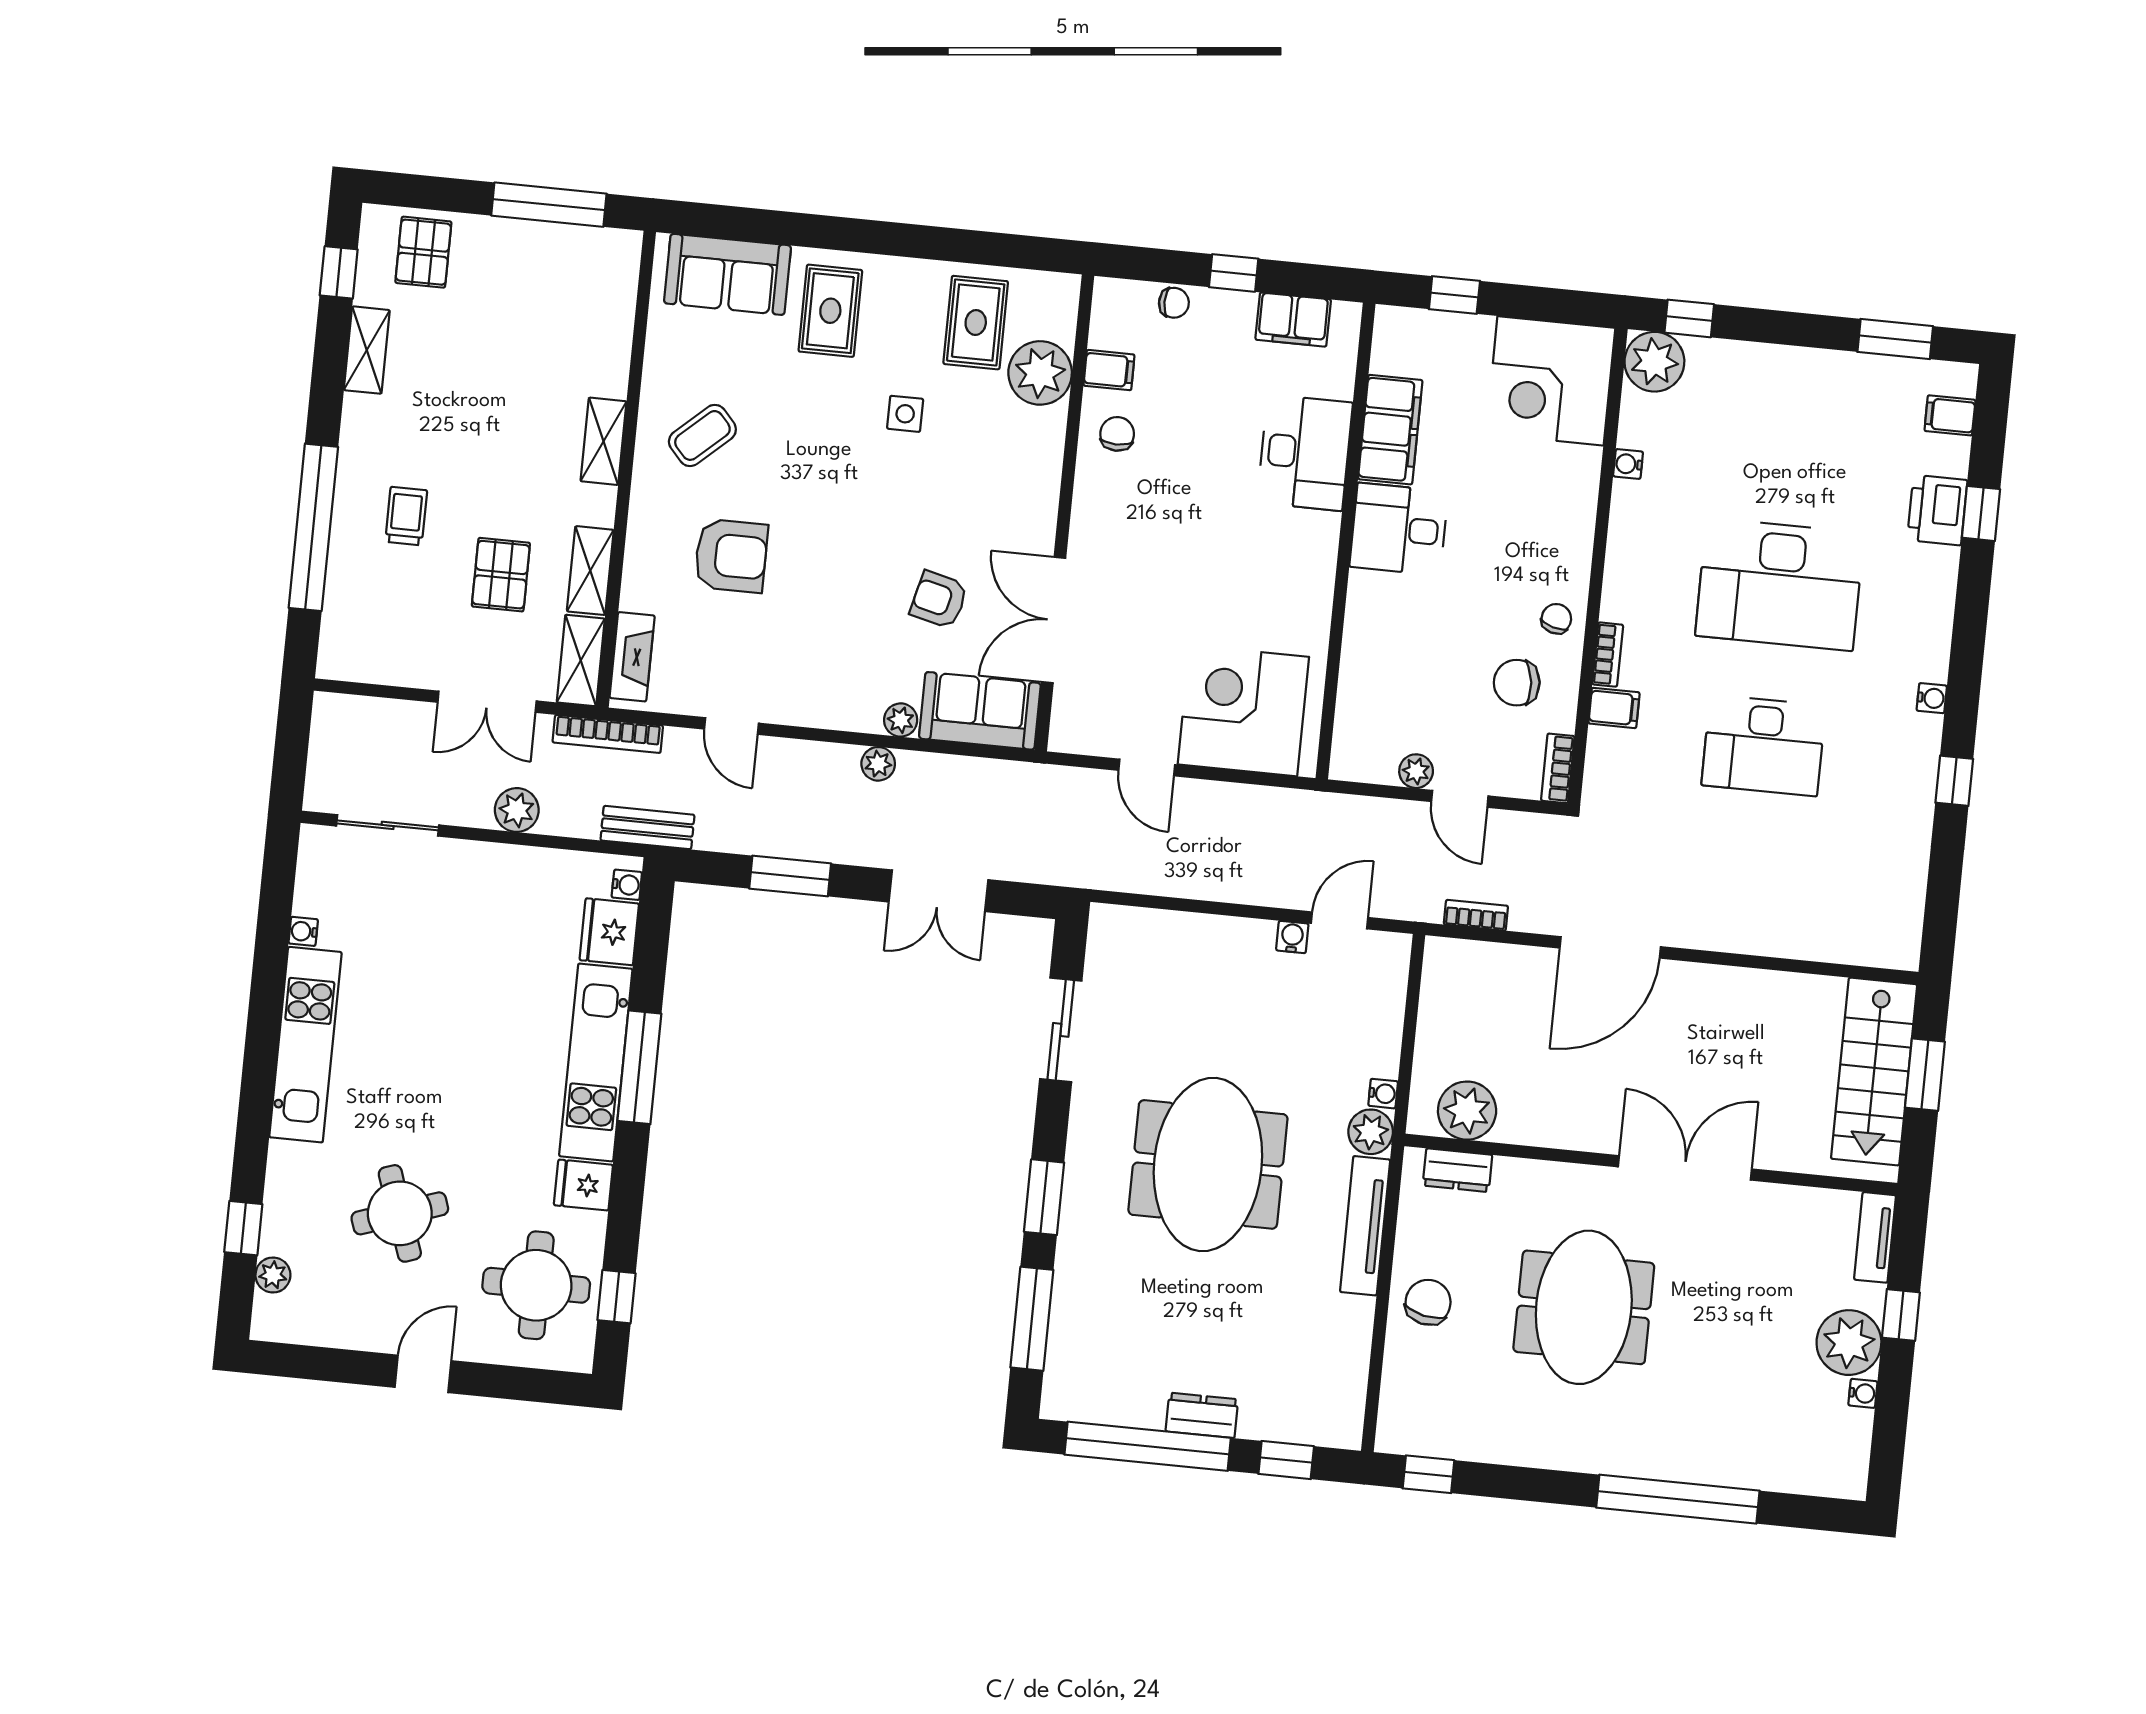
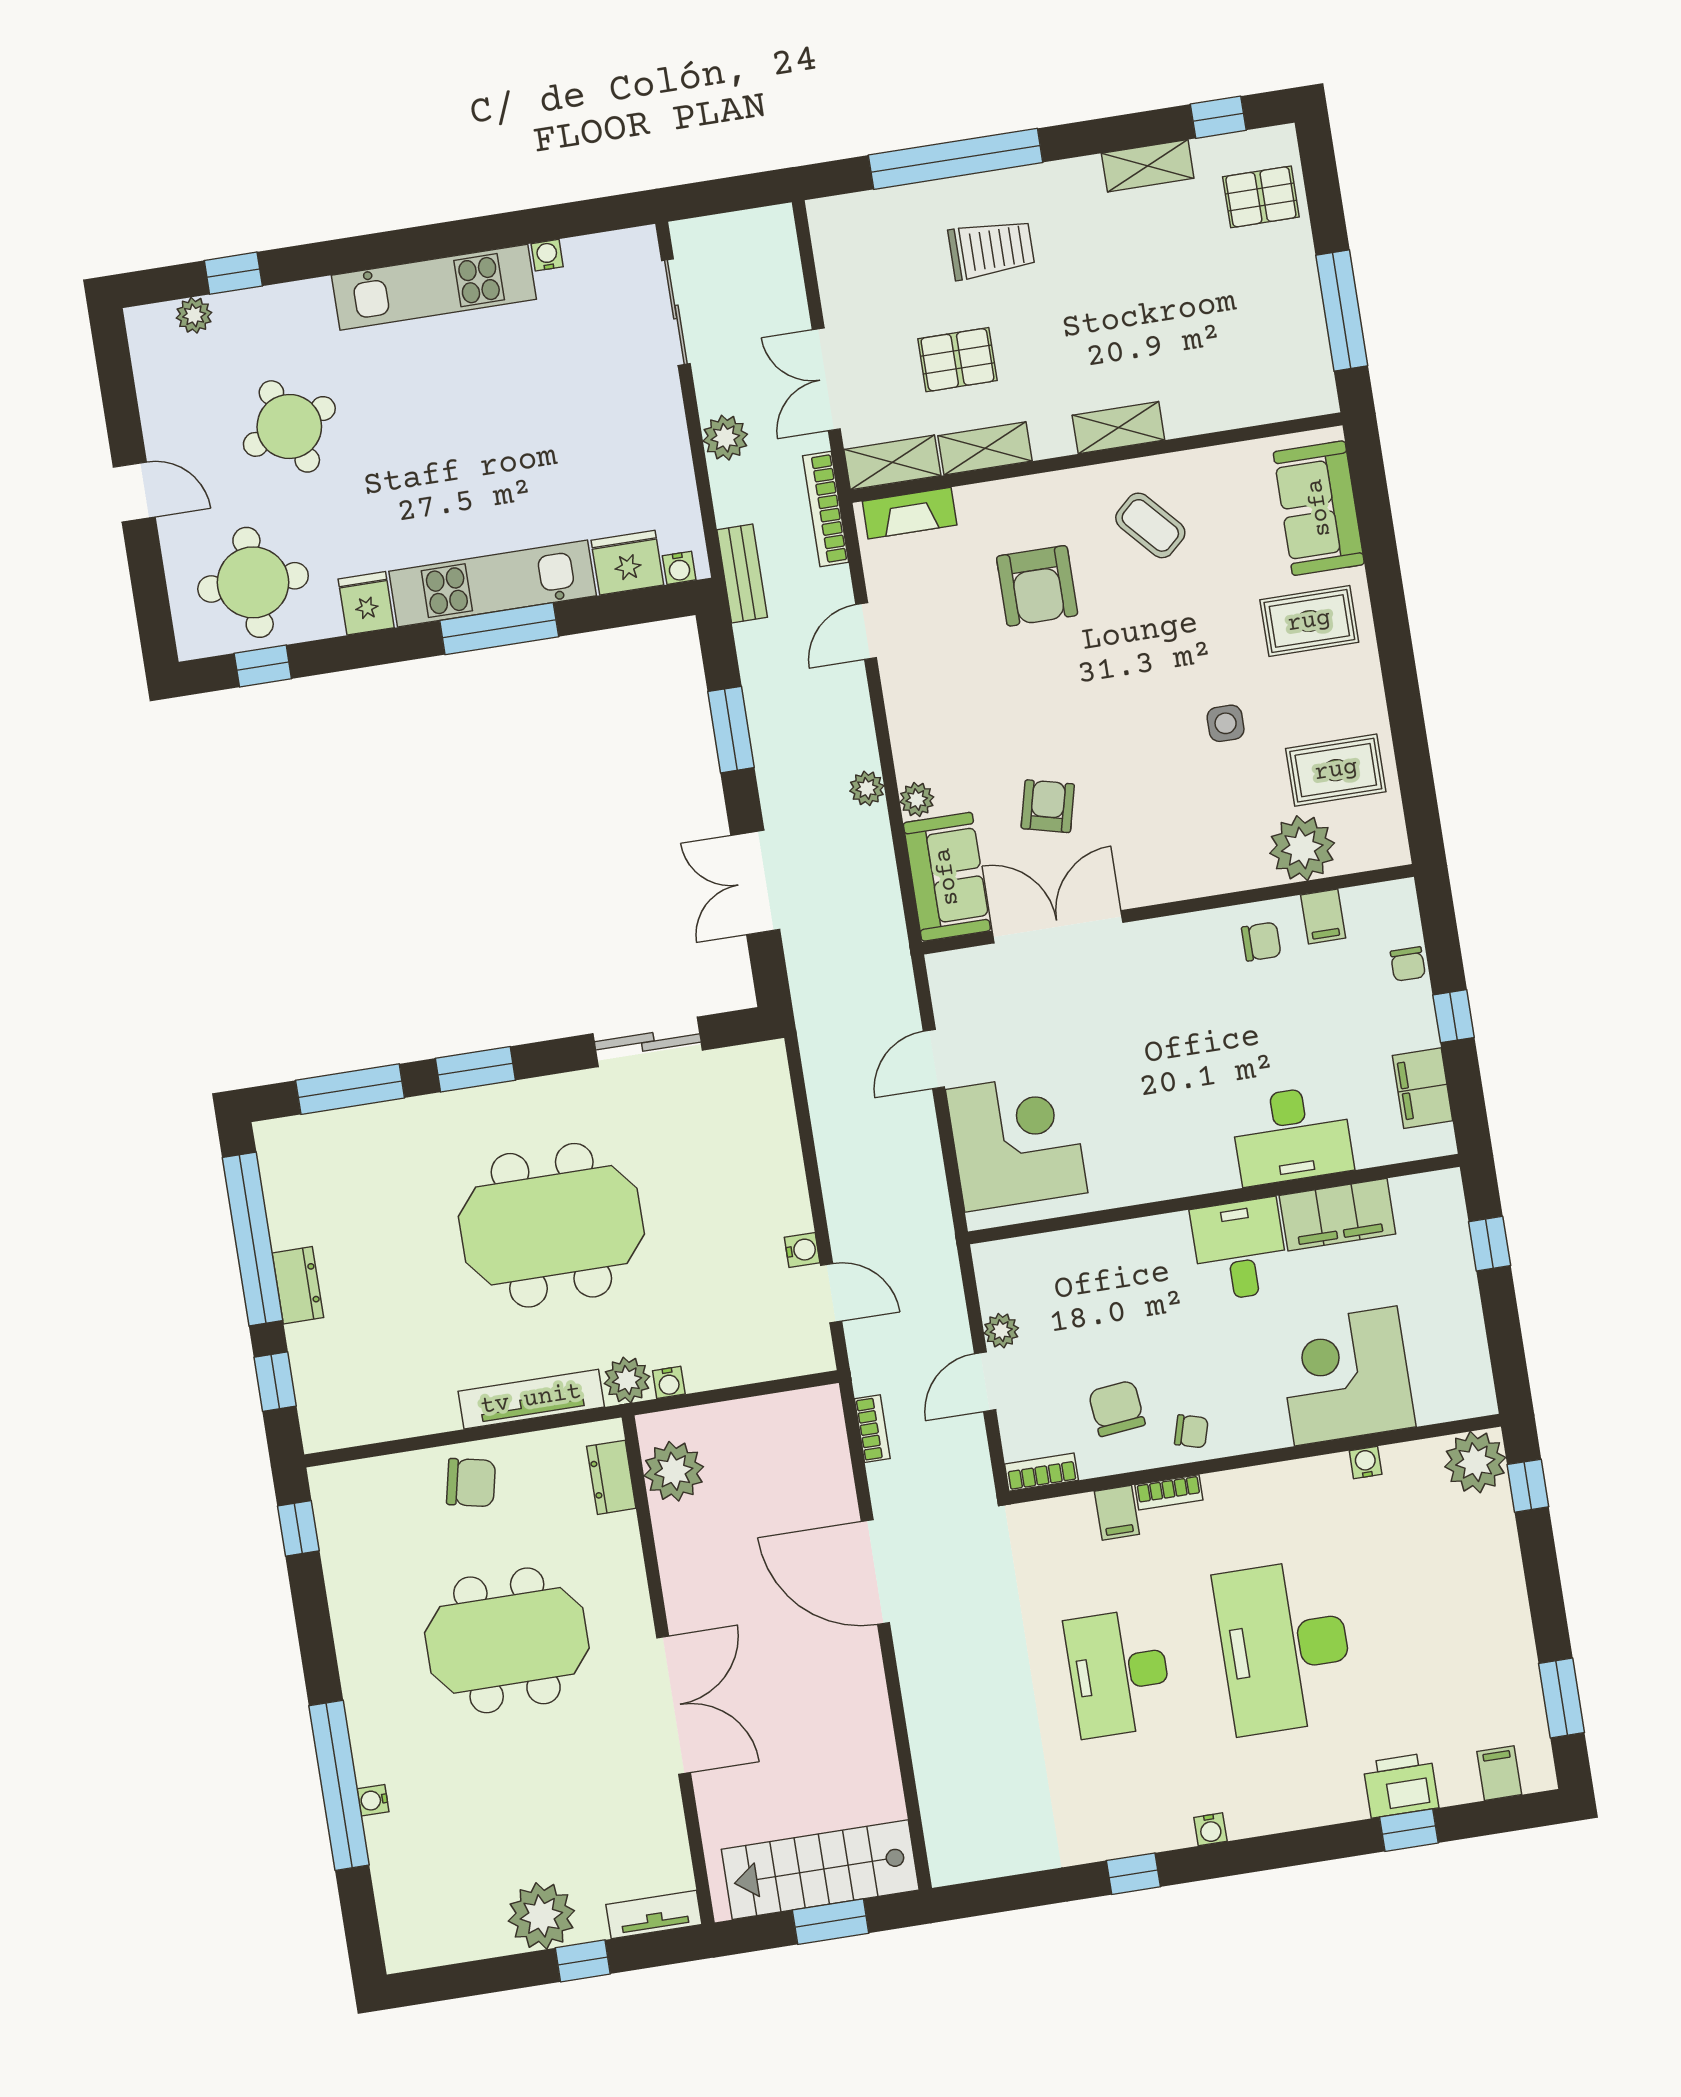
corner desk: (1551, 381) -> (1346, 1376), moved
trolley: (406, 516) -> (991, 249), width x1.36, depth x1.39
water cooler: (1863, 1393) -> (373, 1800), moved, turned 90

